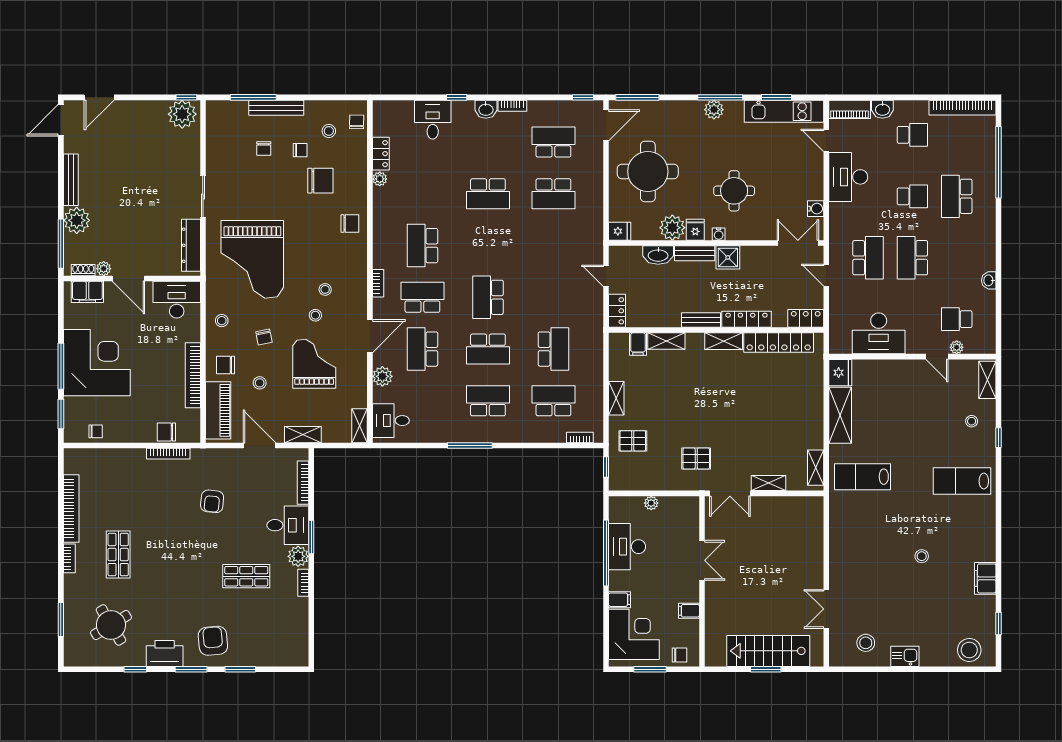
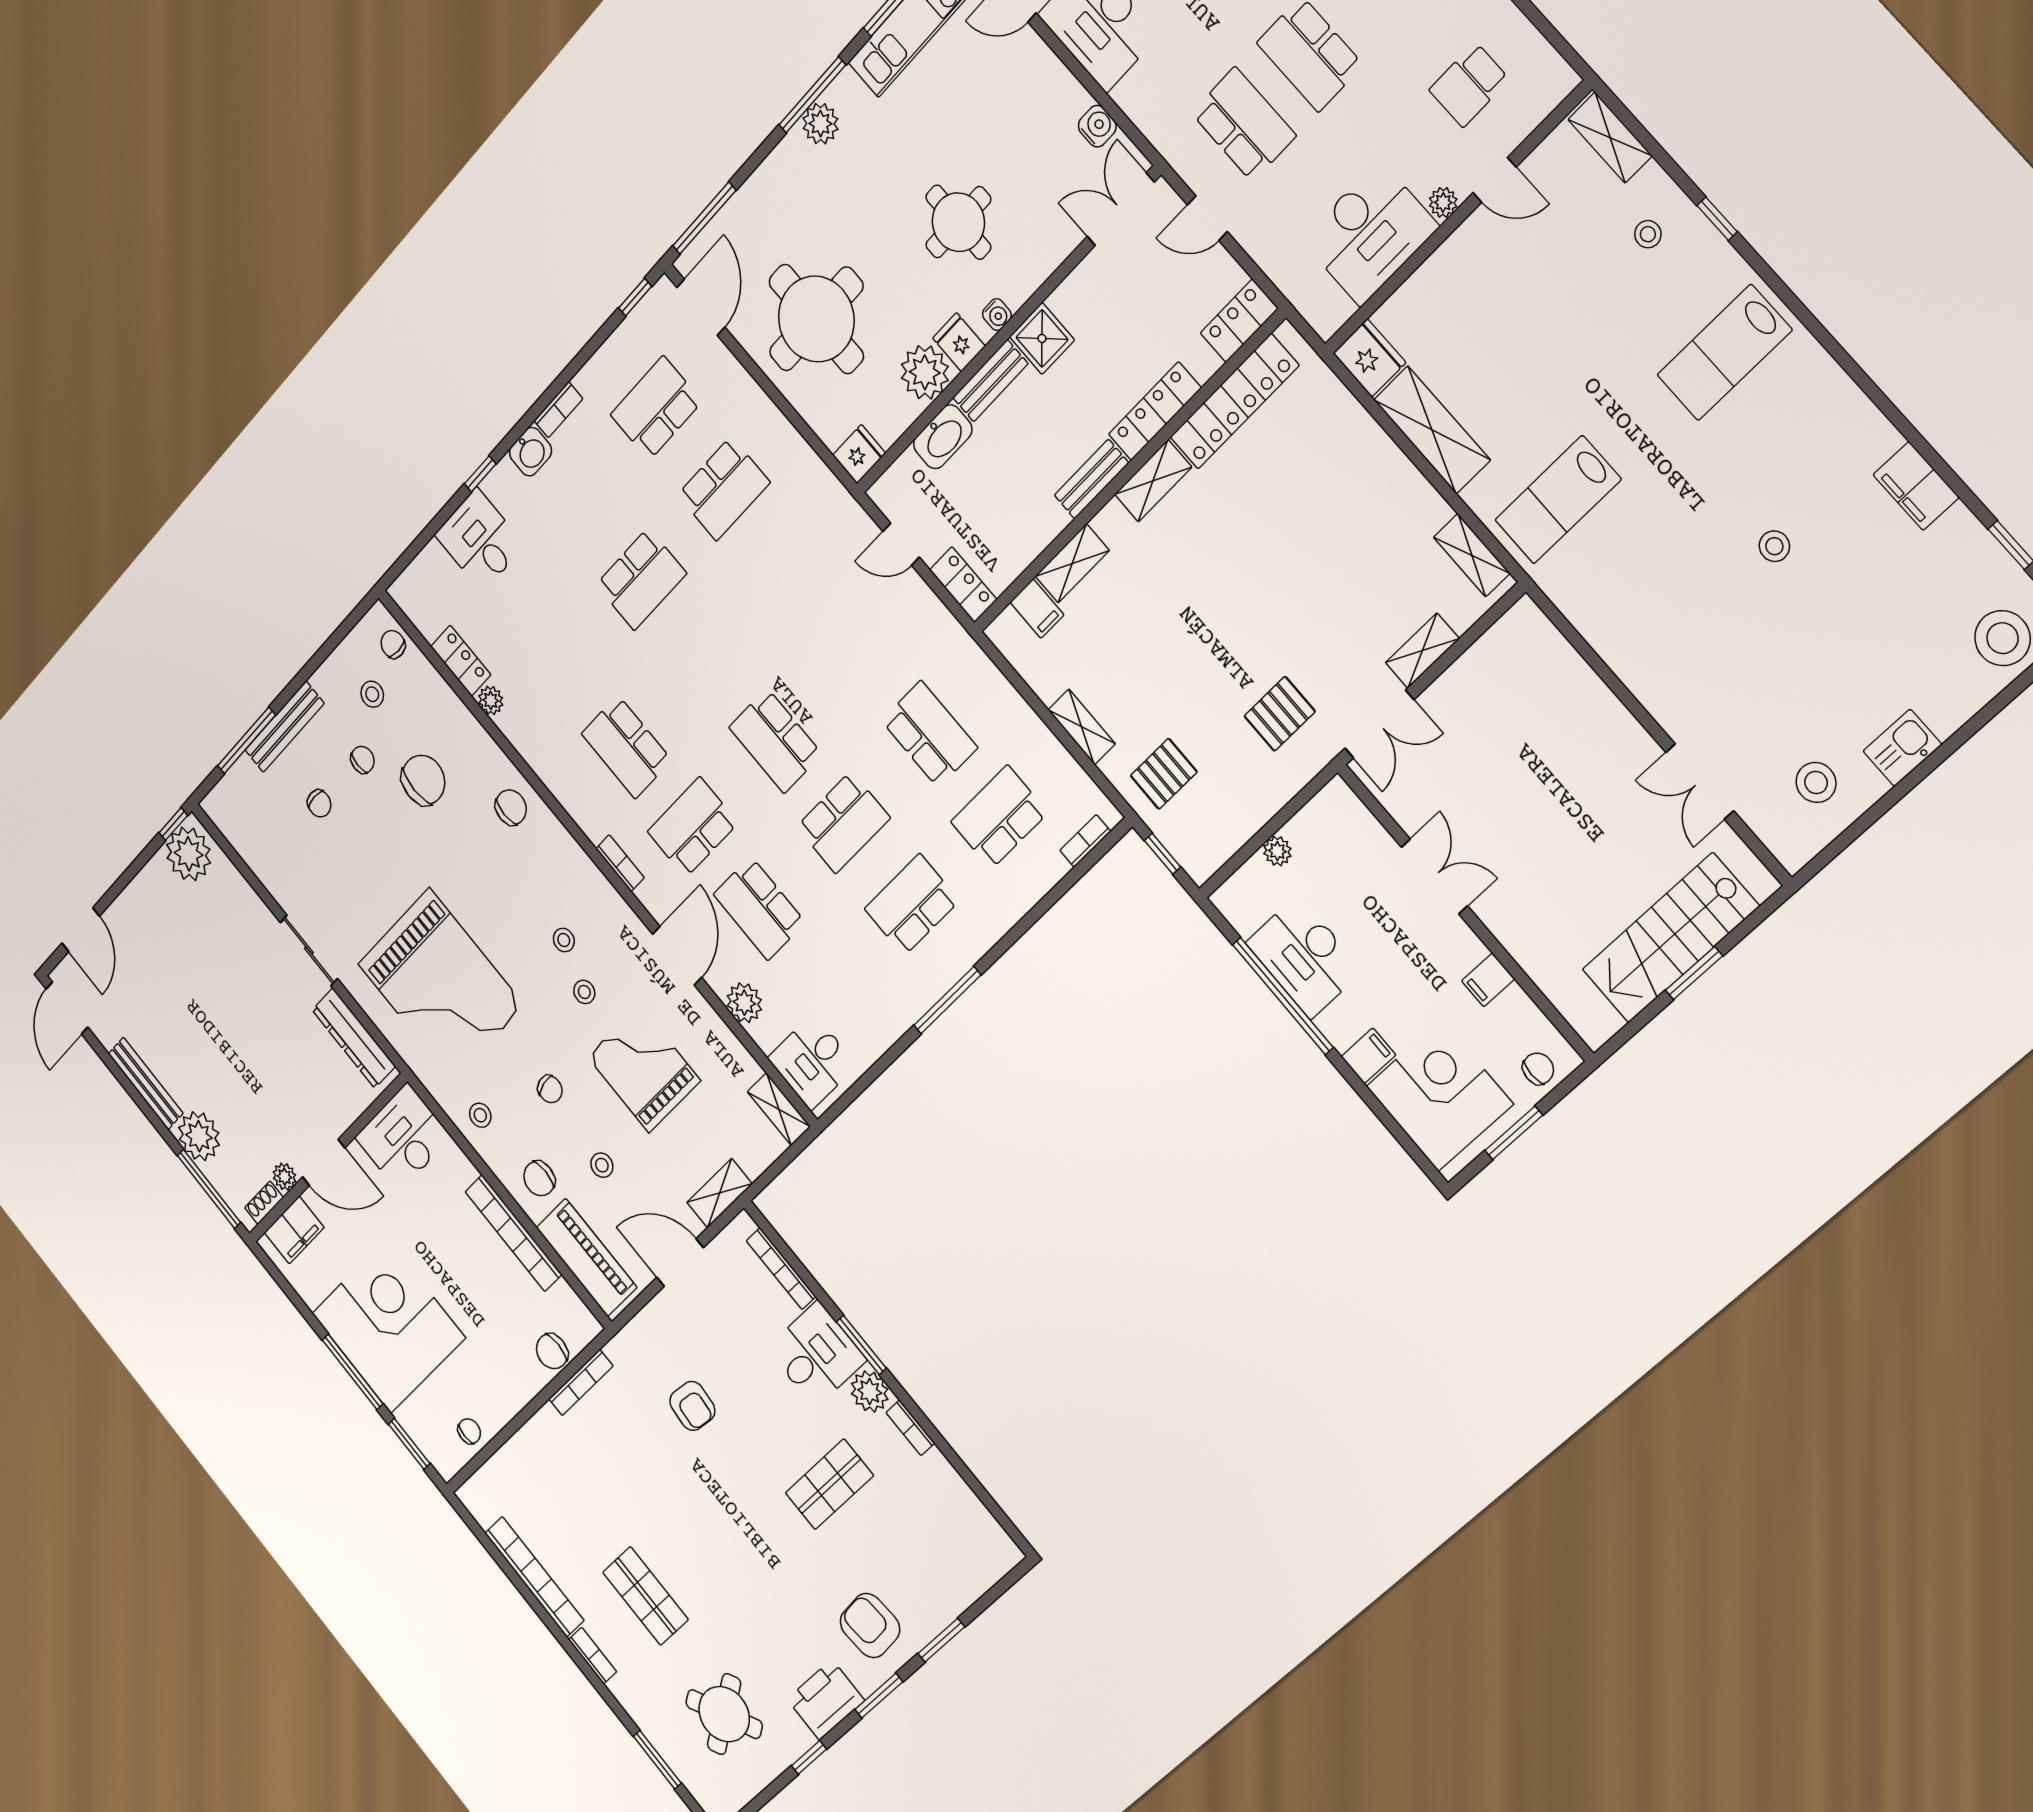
plant: (957, 347) -> (1443, 202), moved

